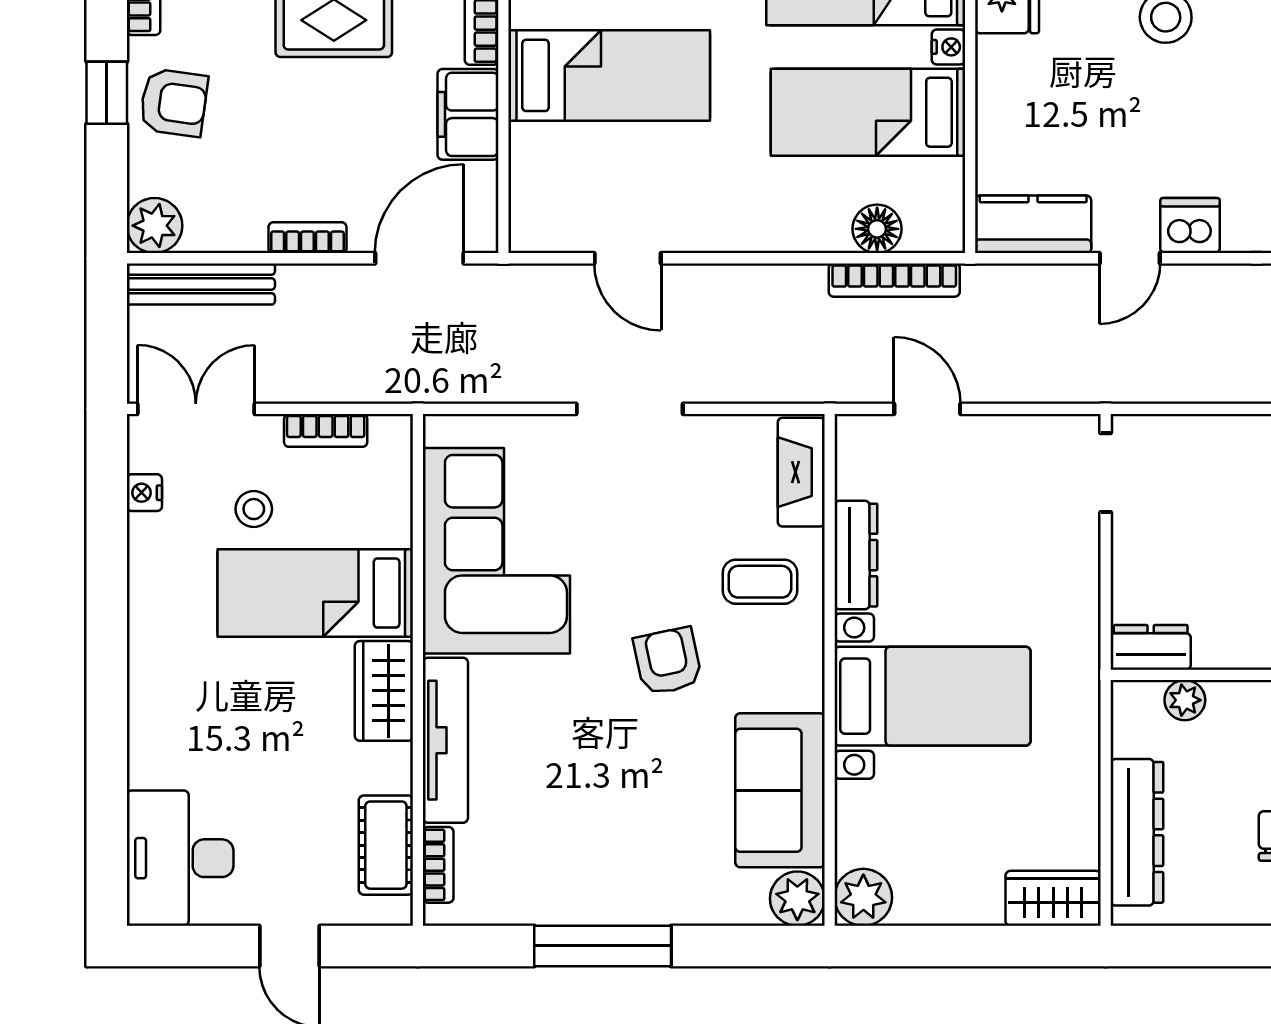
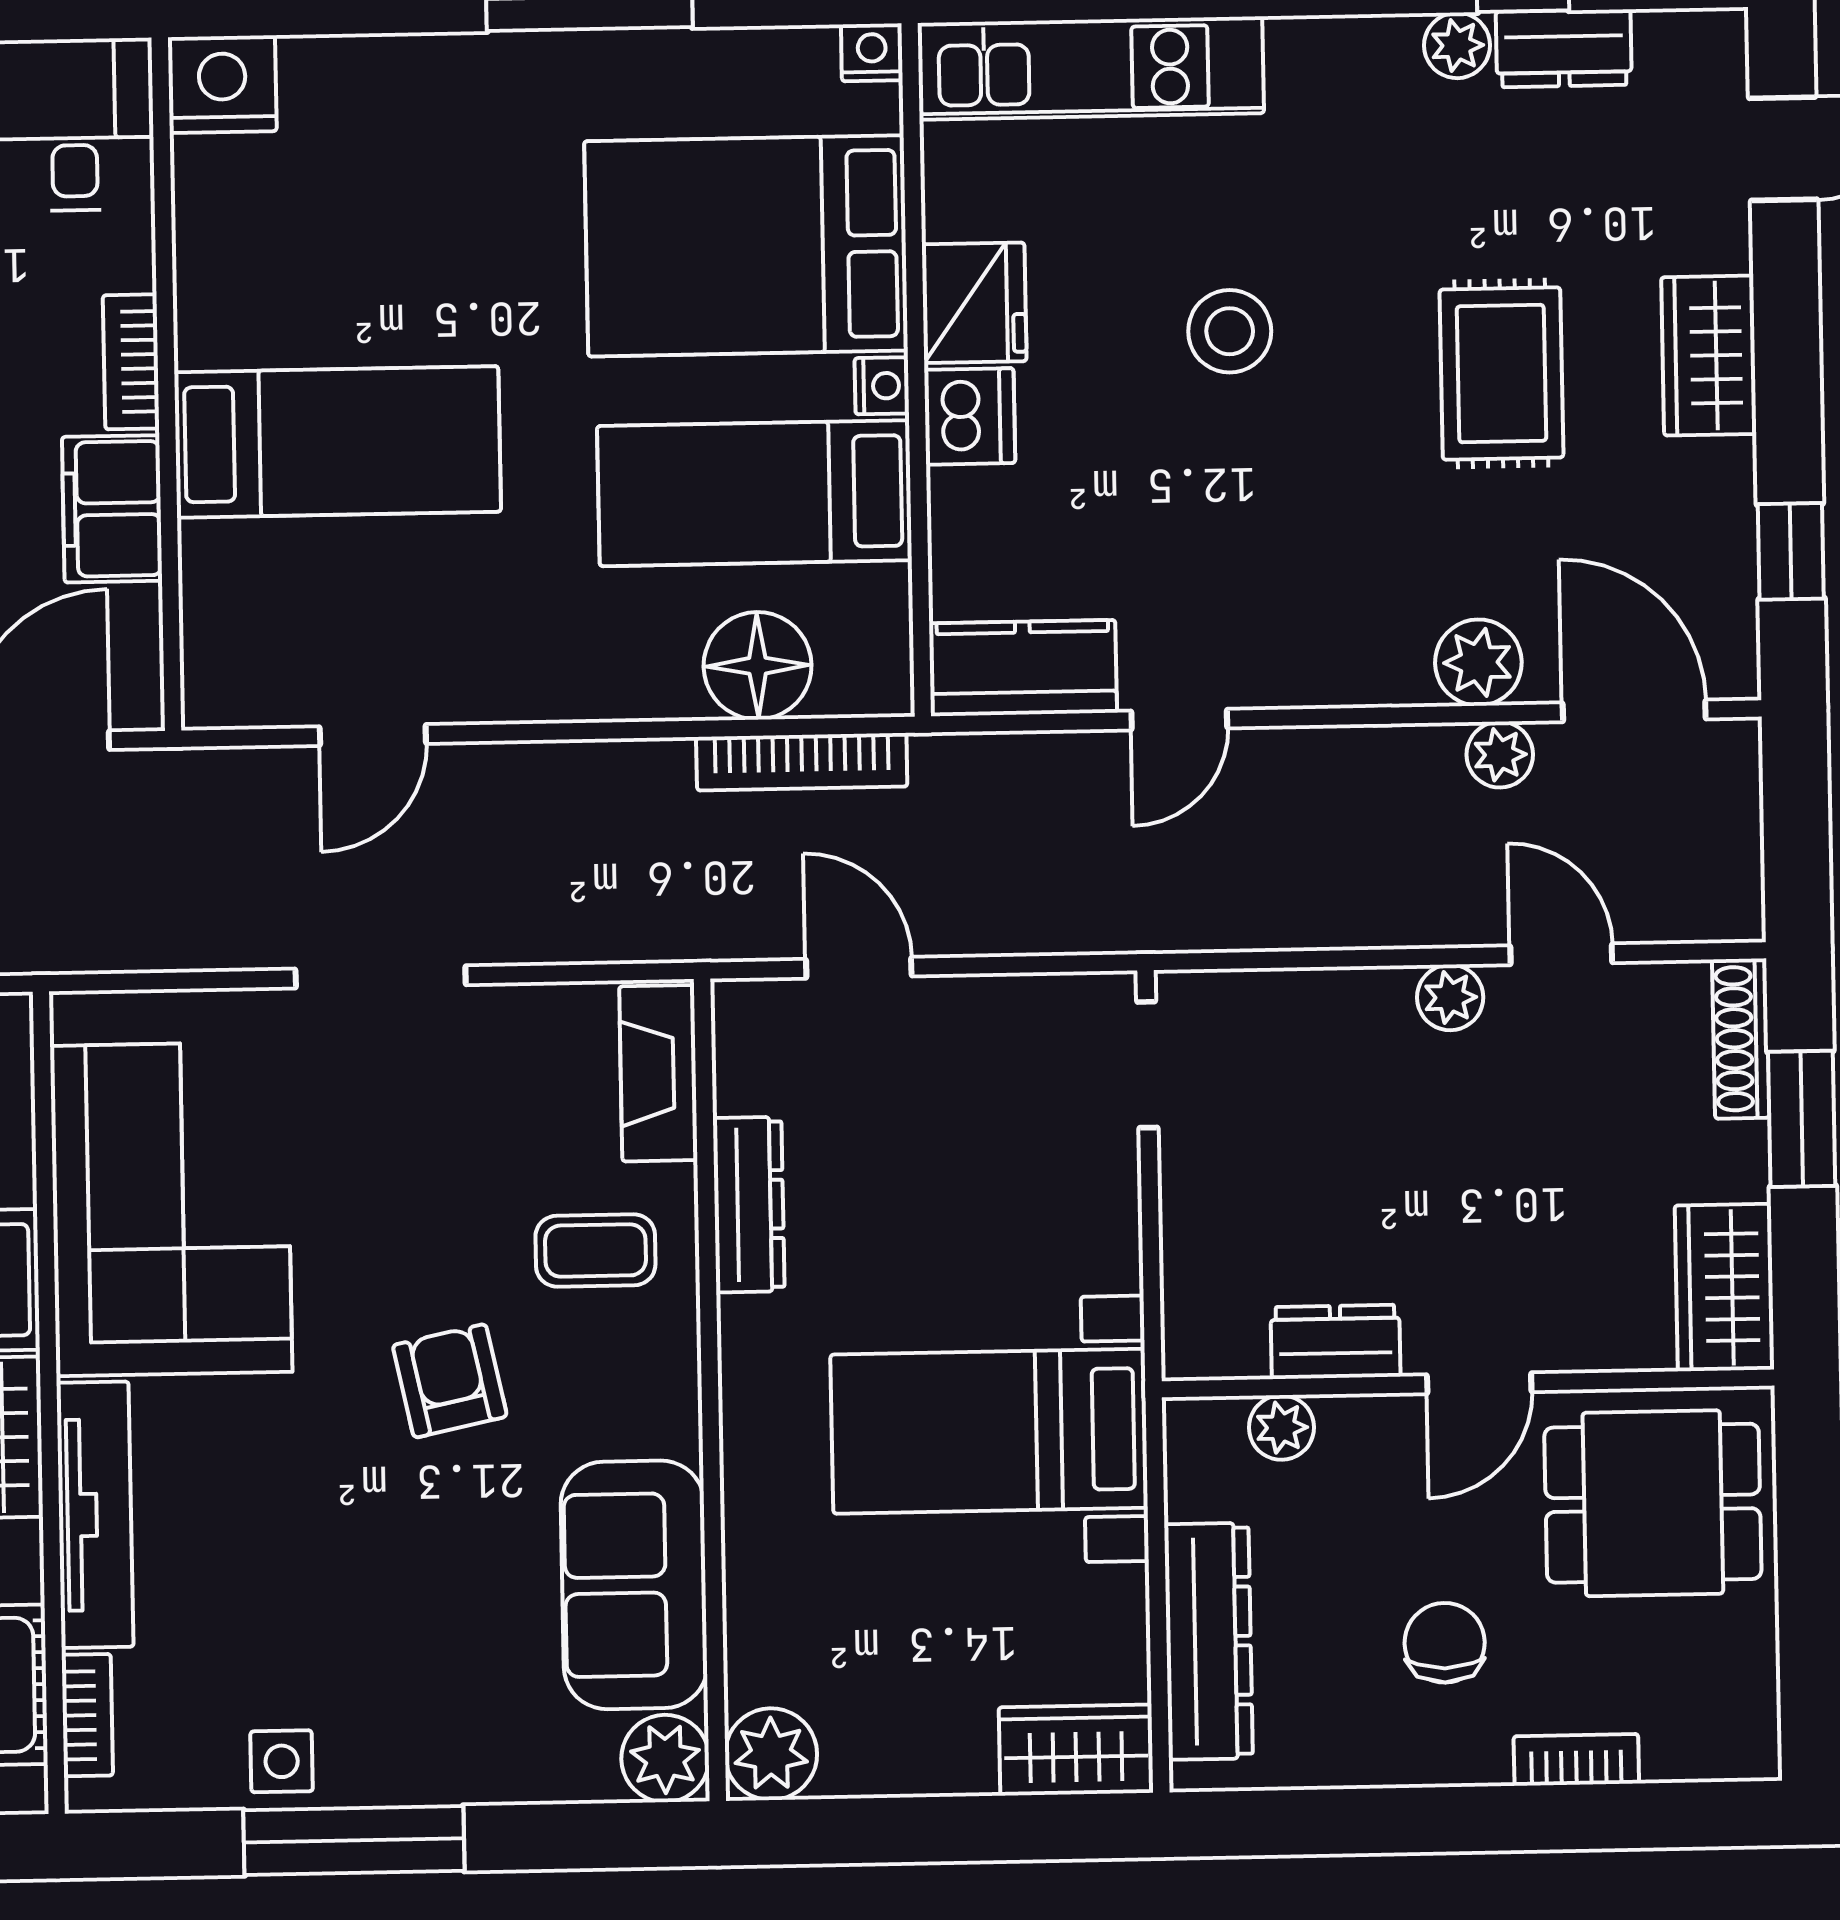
dishwasher: (1190, 226) -> (970, 416), moved, turned 90
floor lamp: (877, 229) -> (758, 666), width x1.38, depth x1.38
door: (628, 258) -> (373, 735), hinge flipped
dresser: (1151, 647) -> (1336, 1342), moved
bed with nightstands: (932, 696) -> (989, 1431), moved, turned 180
side table: (559, 896) -> (282, 1761), added

